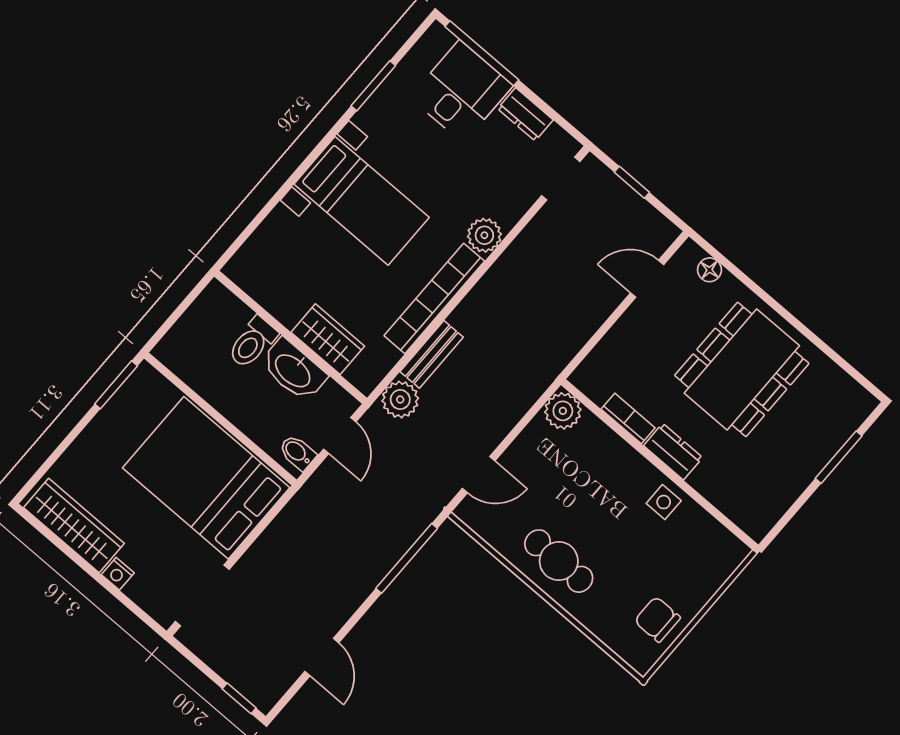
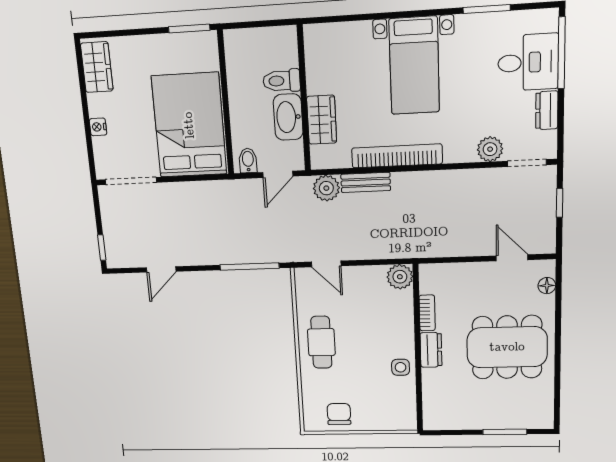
plant: (484, 235) -> (490, 149), moved
wardrobe: (74, 526) -> (97, 67), width x0.67

